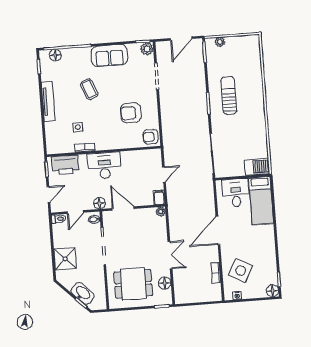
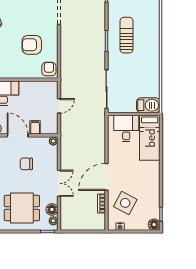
armchair: (151, 137) -> (49, 69), turned 90
filing cabinet: (159, 197) -> (35, 127), moved
door: (218, 230) -> (106, 177), moved
chair: (134, 238) -> (26, 164), added
plant: (167, 295) -> (53, 221), added

